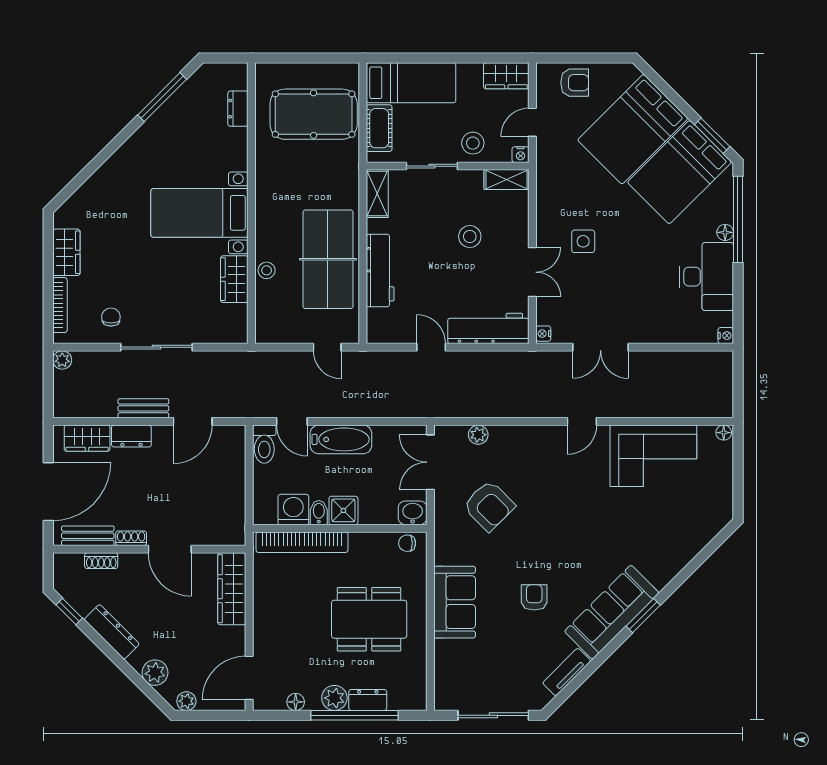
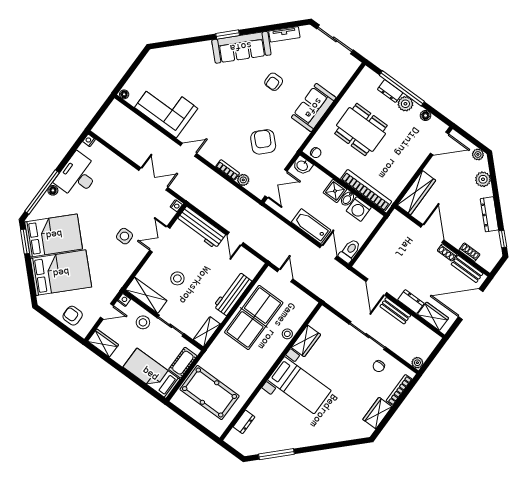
shelving: (507, 180) -> (146, 295), width x1.50, depth x1.33
door: (193, 421) -> (376, 287), swing flipped
bookcase: (509, 433) -> (228, 170), added

